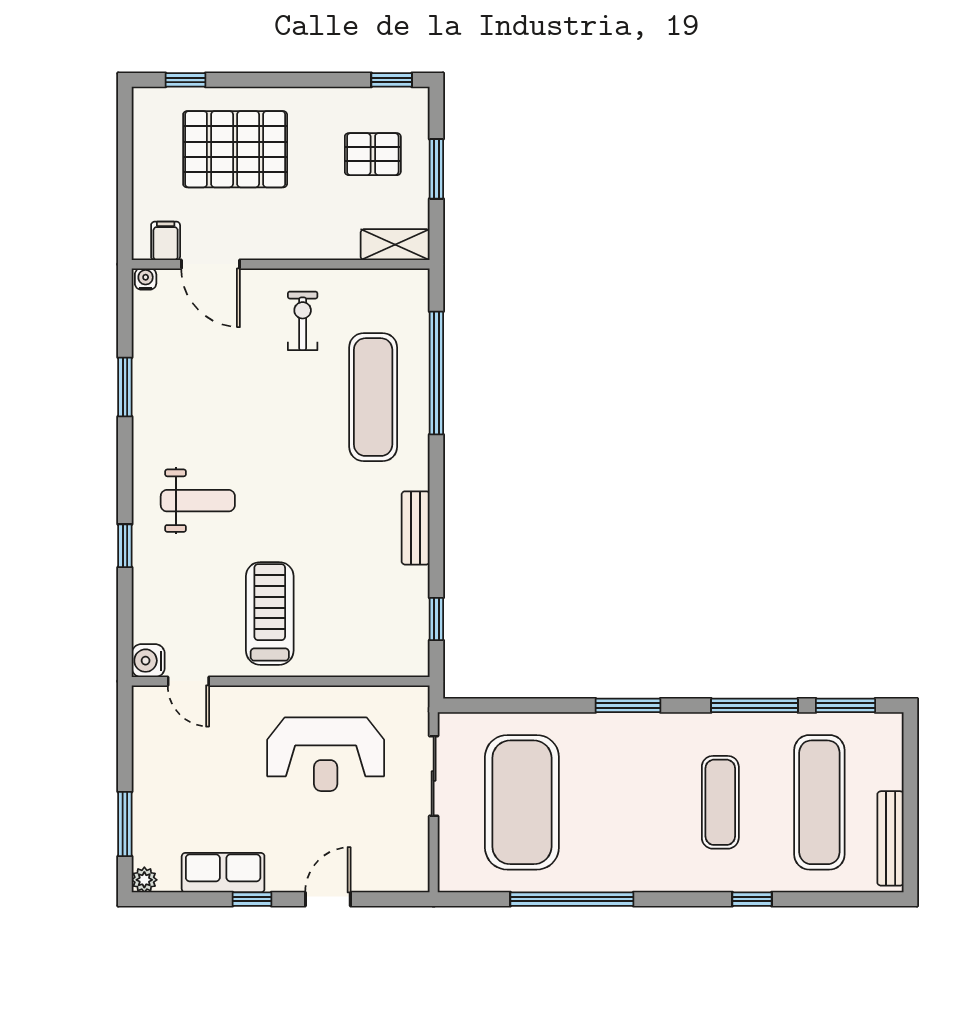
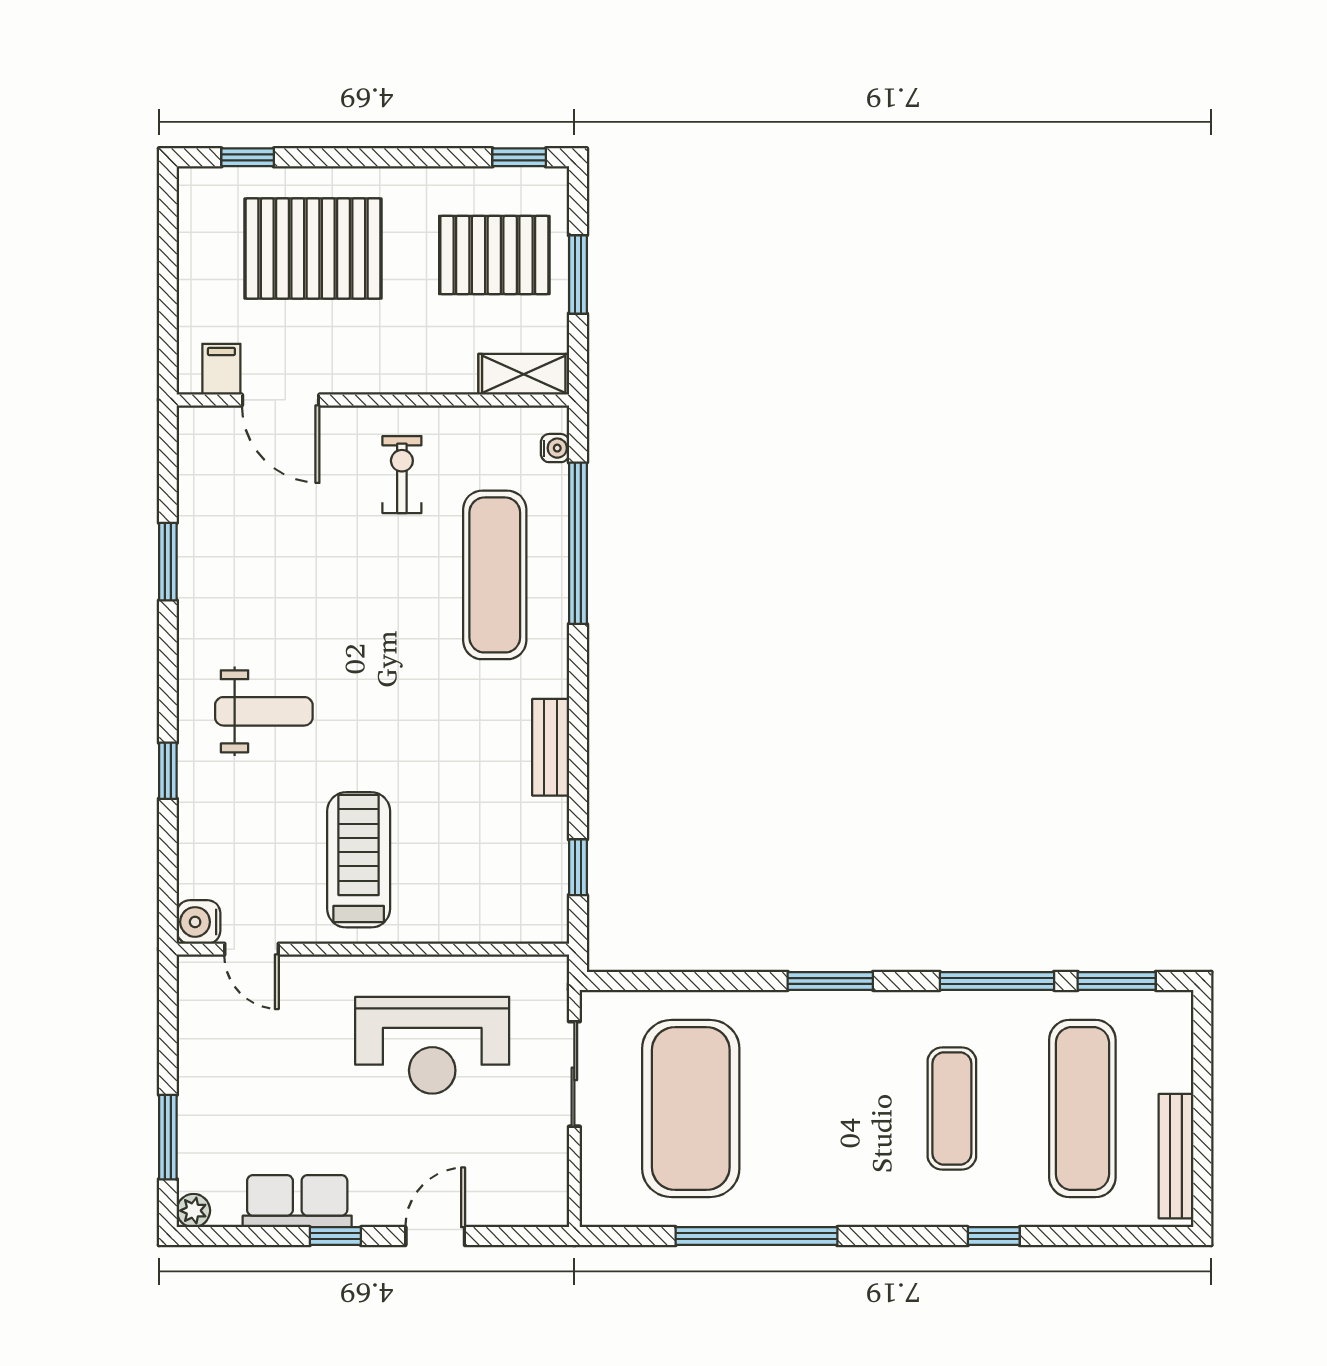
pallet: (373, 154) -> (494, 255), width x1.50, depth x1.42
water cooler: (146, 279) -> (555, 448), moved, turned 90

